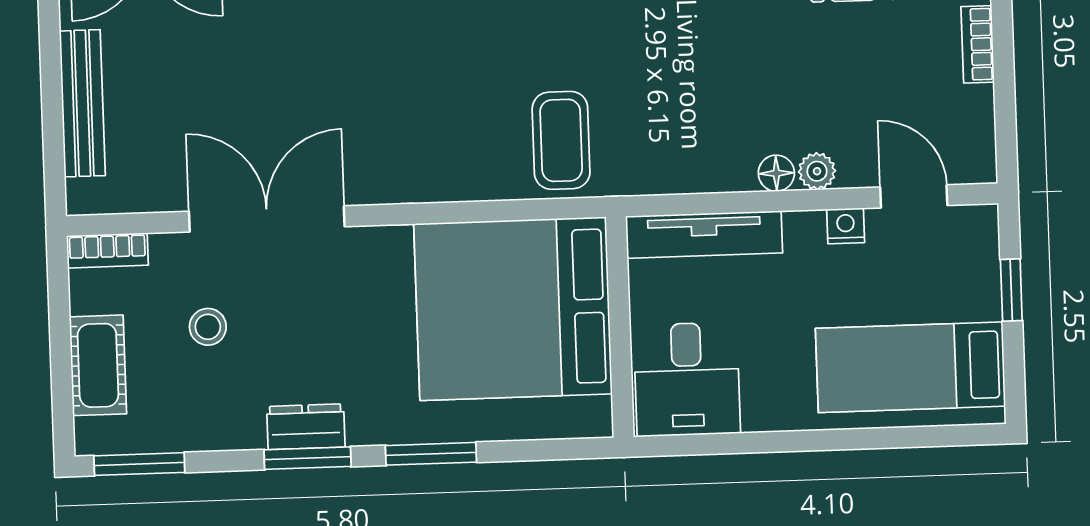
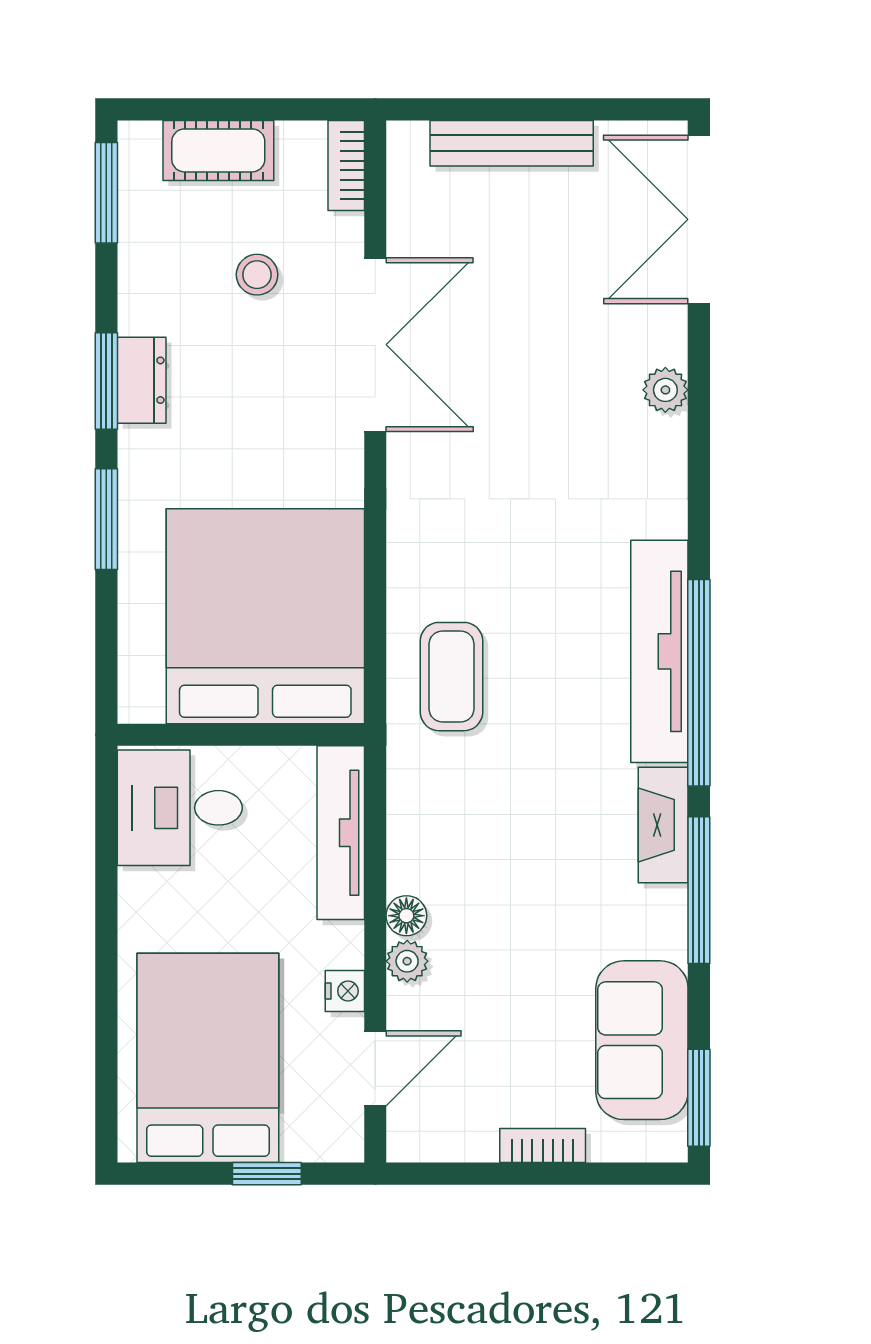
coffee table: (561, 140) -> (452, 677), turned 90
bed: (910, 367) -> (208, 1058), width x1.50

